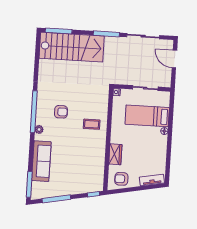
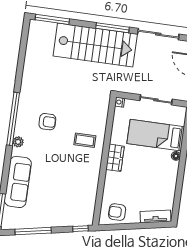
stairs: (72, 47) -> (95, 45), moved
wardrobe: (115, 154) -> (115, 158), moved

